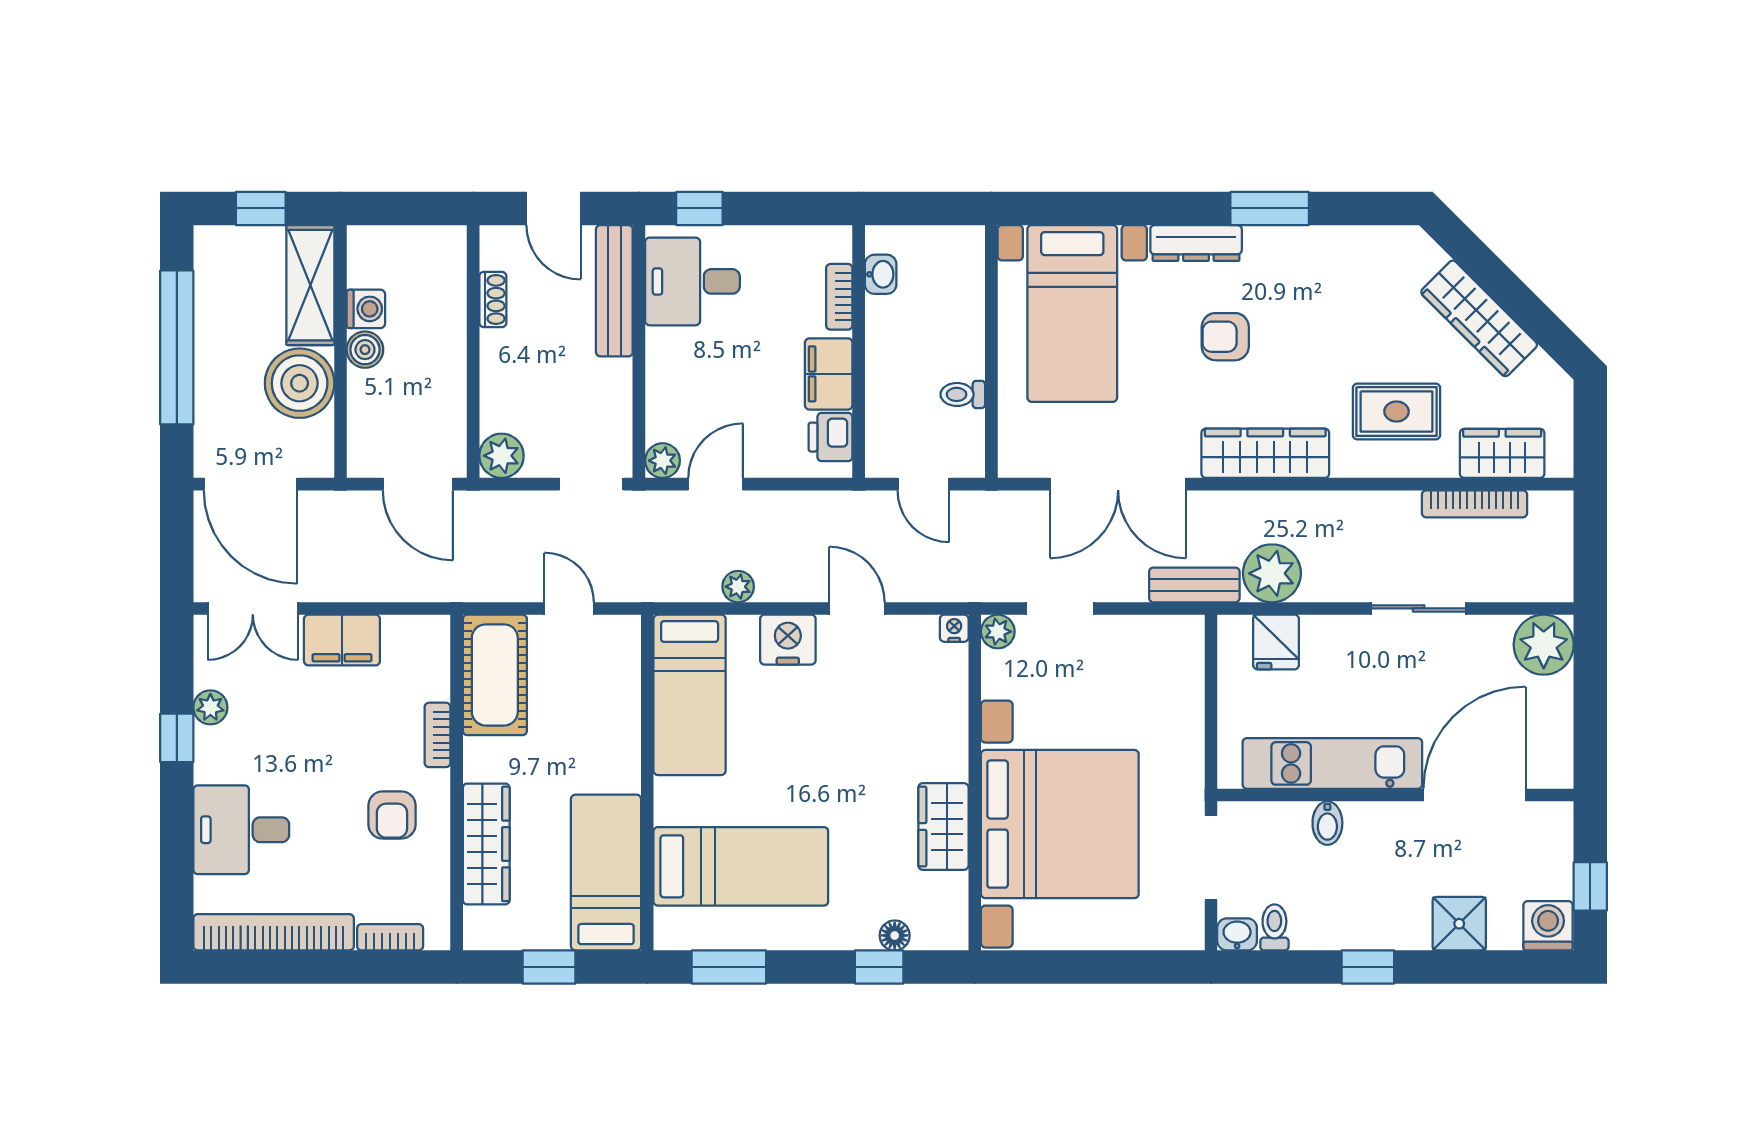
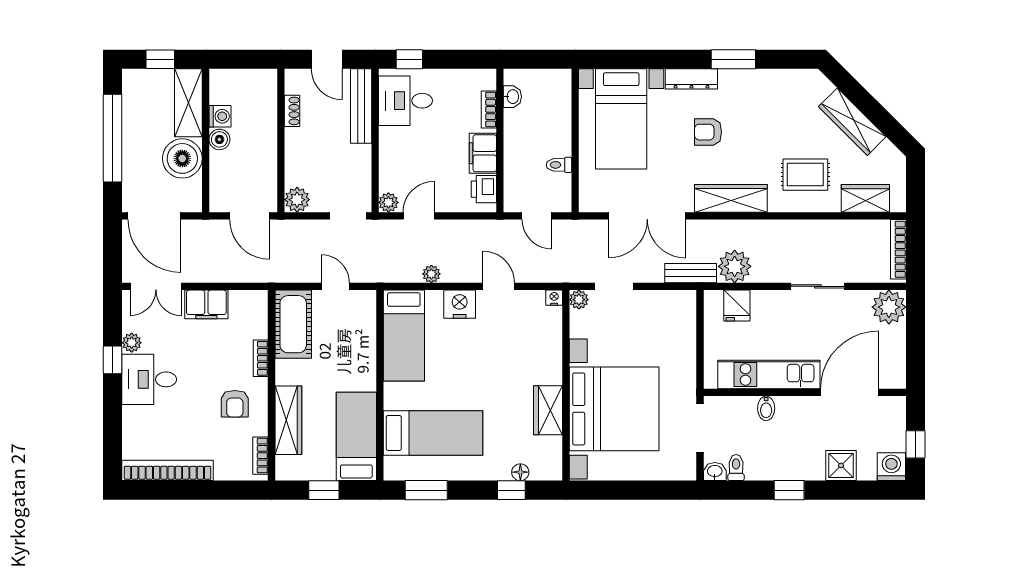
bookcase: (1475, 504) -> (898, 249), moved, turned 90
desk: (241, 830) -> (149, 379), moved
bookcase: (390, 937) -> (260, 456), moved, turned -90

